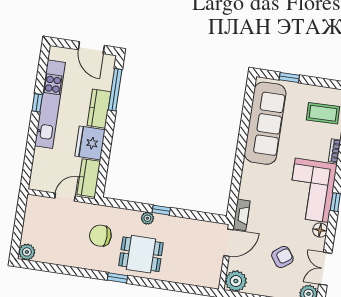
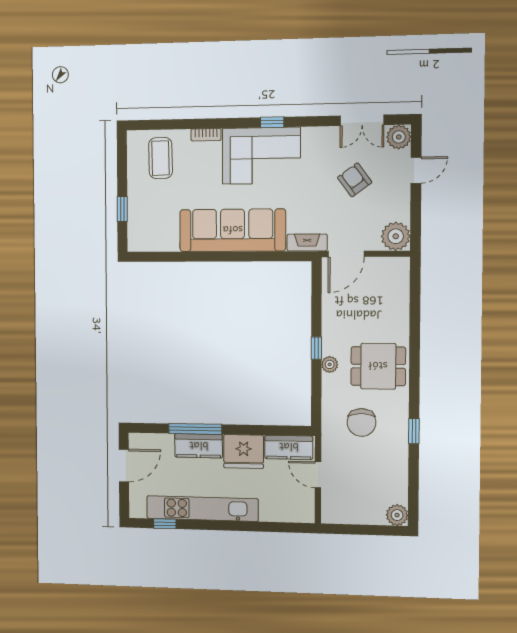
window: (115, 90) -> (195, 429), moved
window: (37, 103) -> (165, 524), moved
sofa: (265, 123) -> (233, 230), moved
floor lamp: (320, 230) -> (312, 136), removed
door: (228, 243) -> (346, 254), swing flipped
dining table: (141, 254) -> (378, 366), turned 90
window: (117, 278) -> (414, 431), moved

